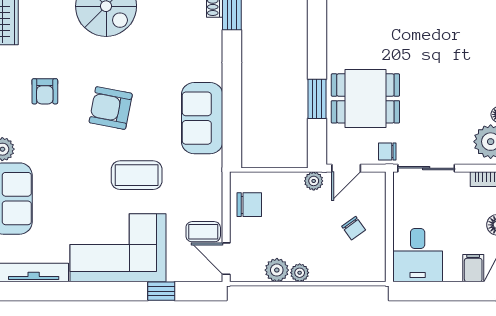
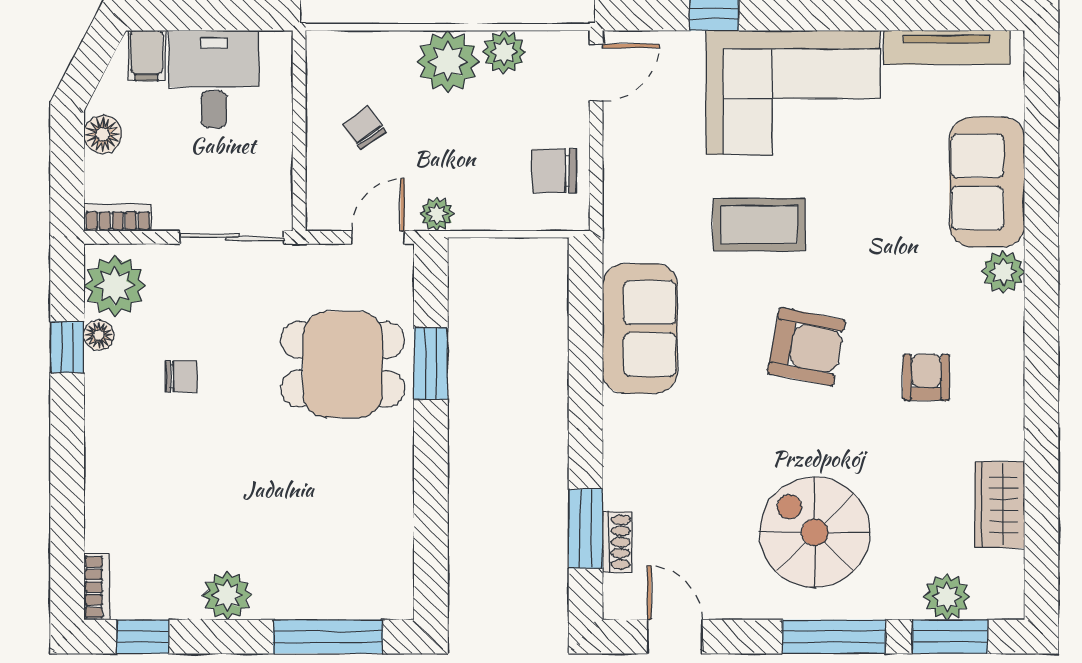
chair: (387, 151) -> (181, 376), moved
coffee table: (203, 232) -> (638, 122), removed
desk: (418, 255) -> (214, 79), moved
door: (226, 259) -> (596, 73), hinge flipped
plant: (300, 273) -> (448, 62), width x1.88, depth x1.88

